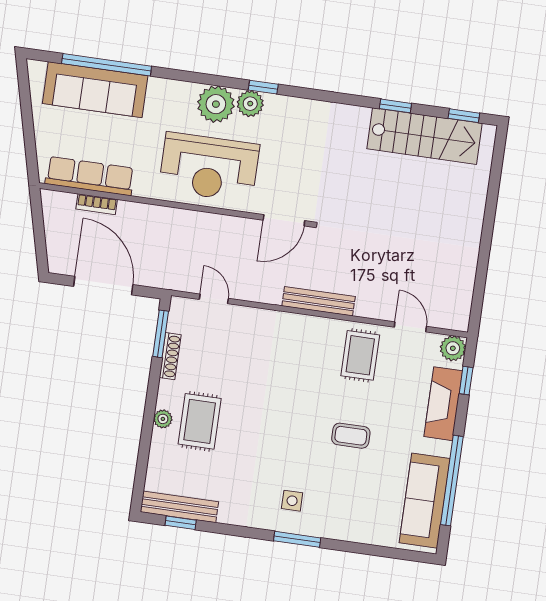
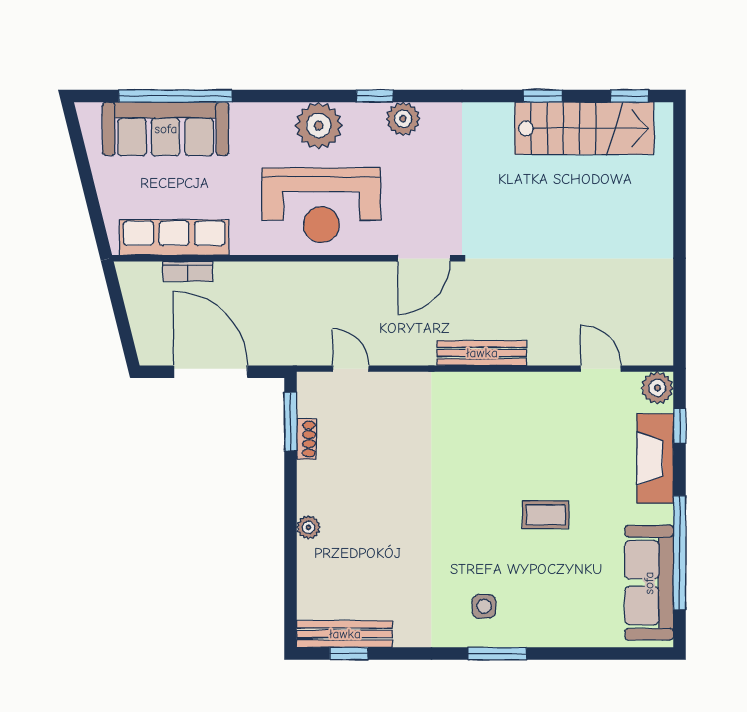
plant: (250, 104) -> (403, 119), moved
rug: (360, 355) -> (543, 413), removed
shoe rack: (170, 356) -> (306, 439), width x0.70
rug: (200, 421) -> (355, 524), removed

